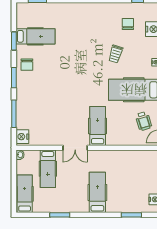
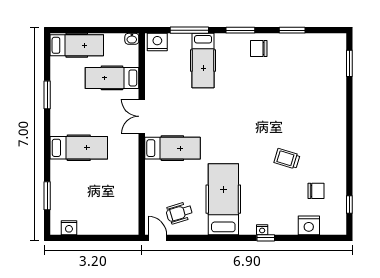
hospital bed: (35, 36) -> (203, 61), moved
trolley: (116, 54) -> (287, 159), moved

